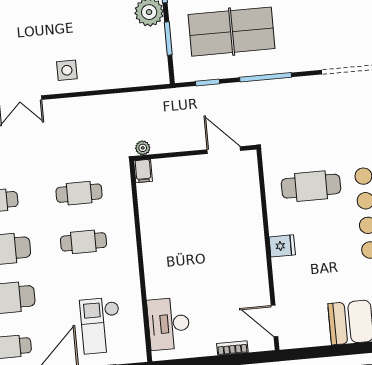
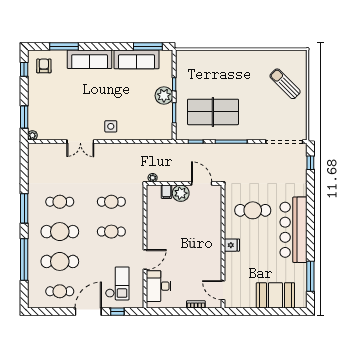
plant: (191, 169) -> (181, 193), added
filing cabinet: (143, 171) -> (166, 192), moved
door: (143, 282) -> (145, 259), added
checkout: (101, 326) -> (117, 283), turned 180

